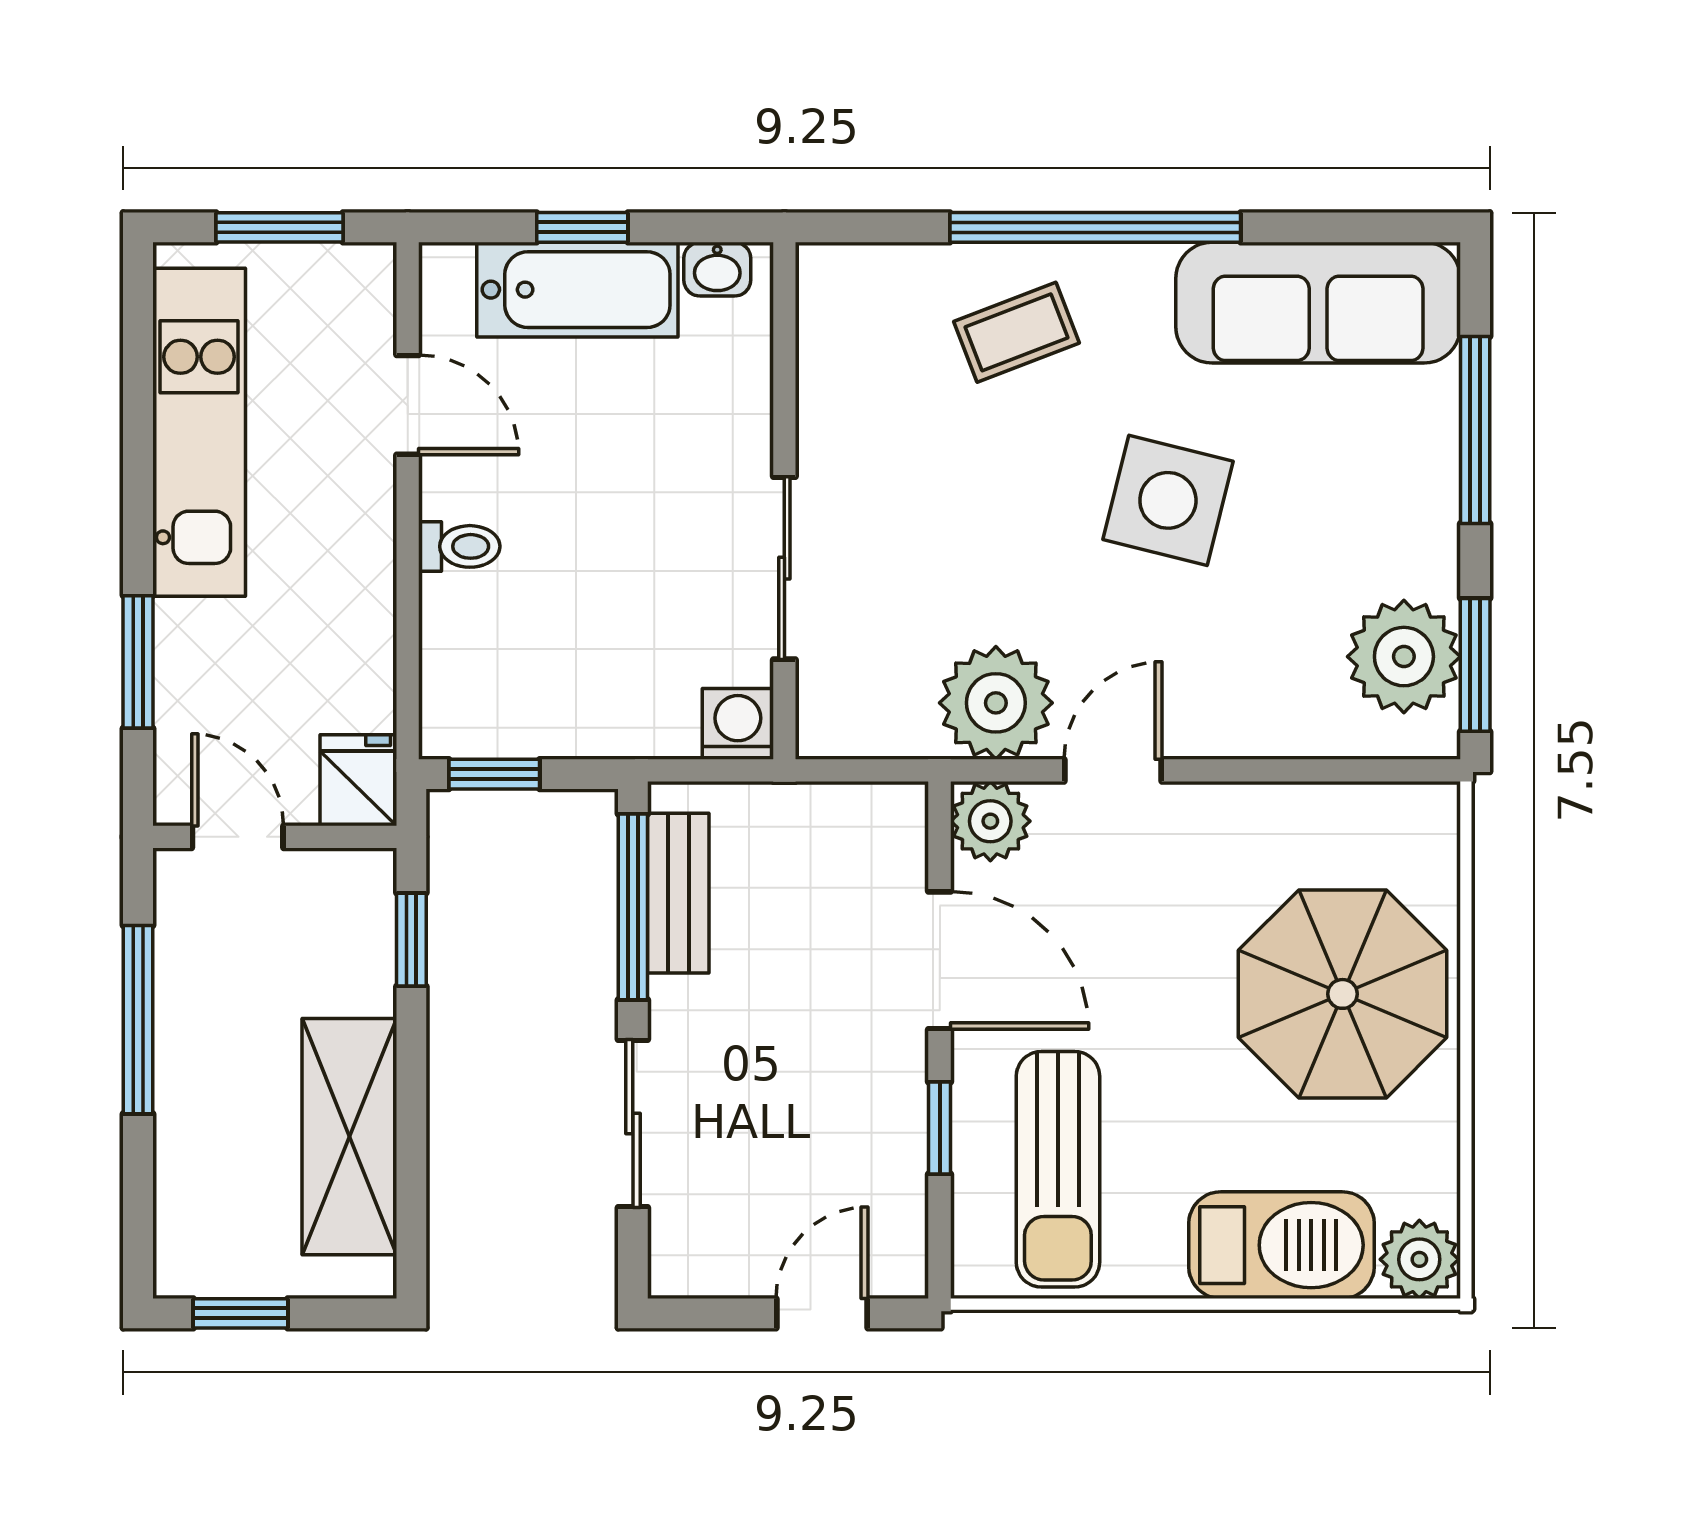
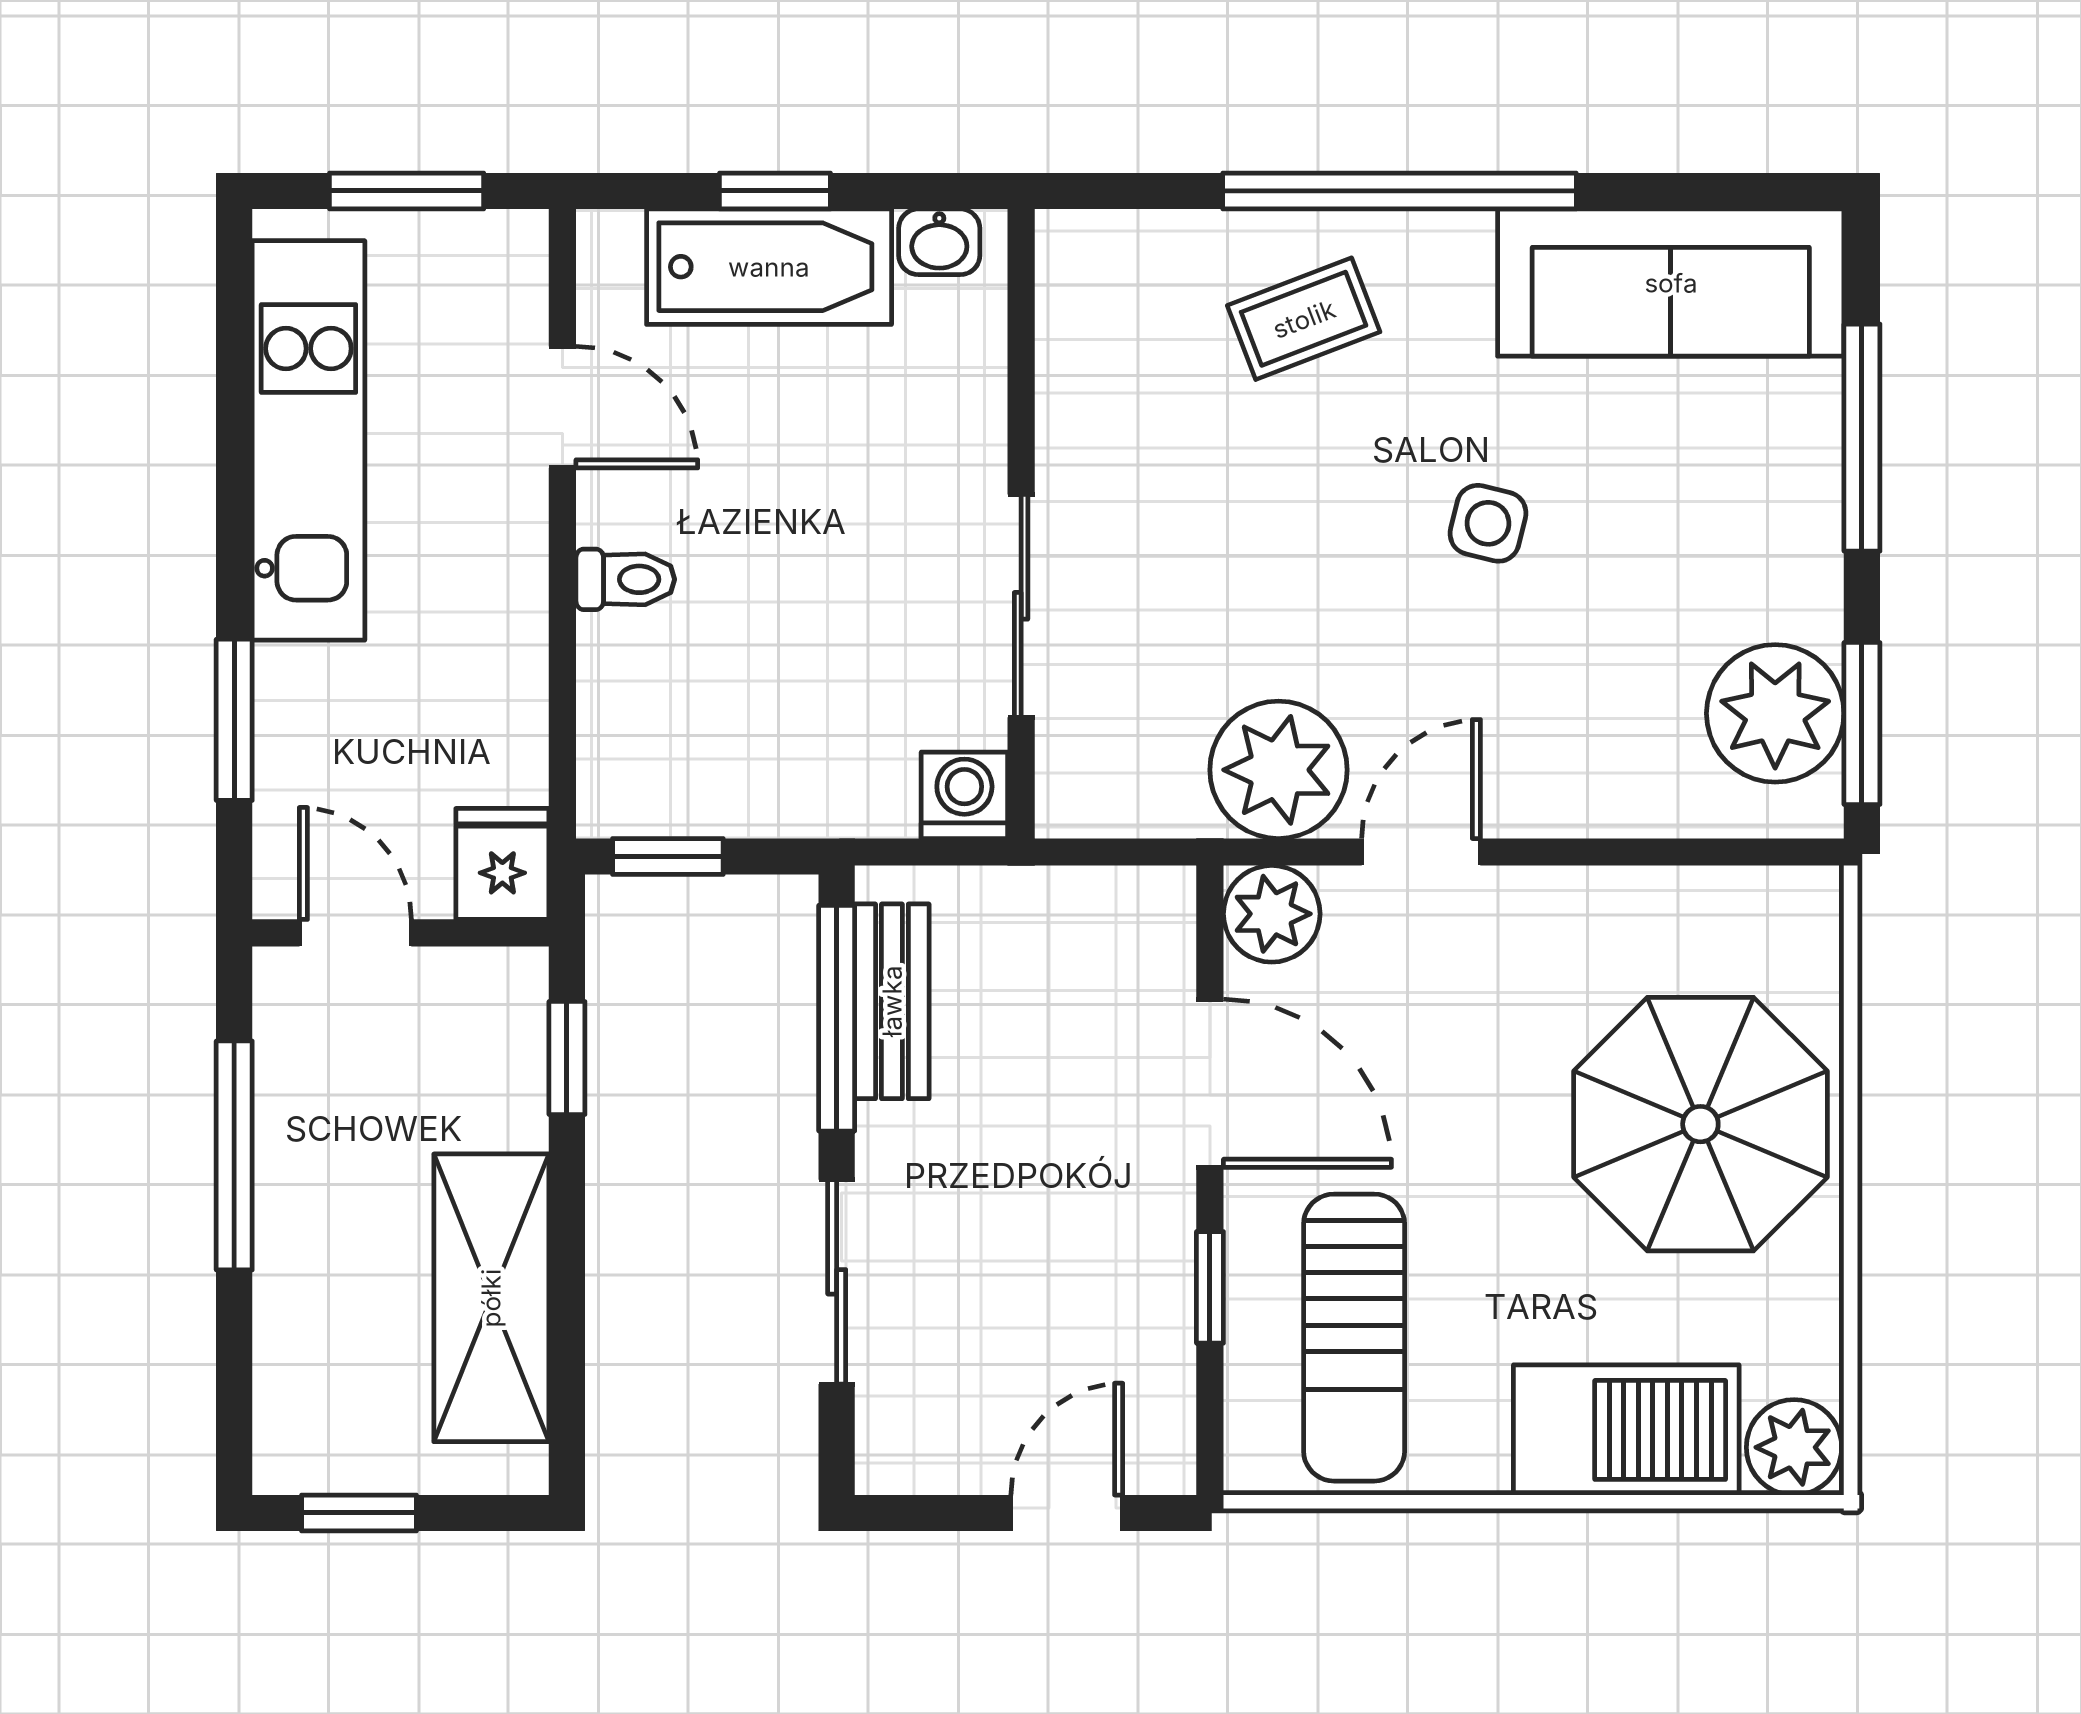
side table: (1168, 500) -> (1488, 523), width x0.54, depth x0.54

